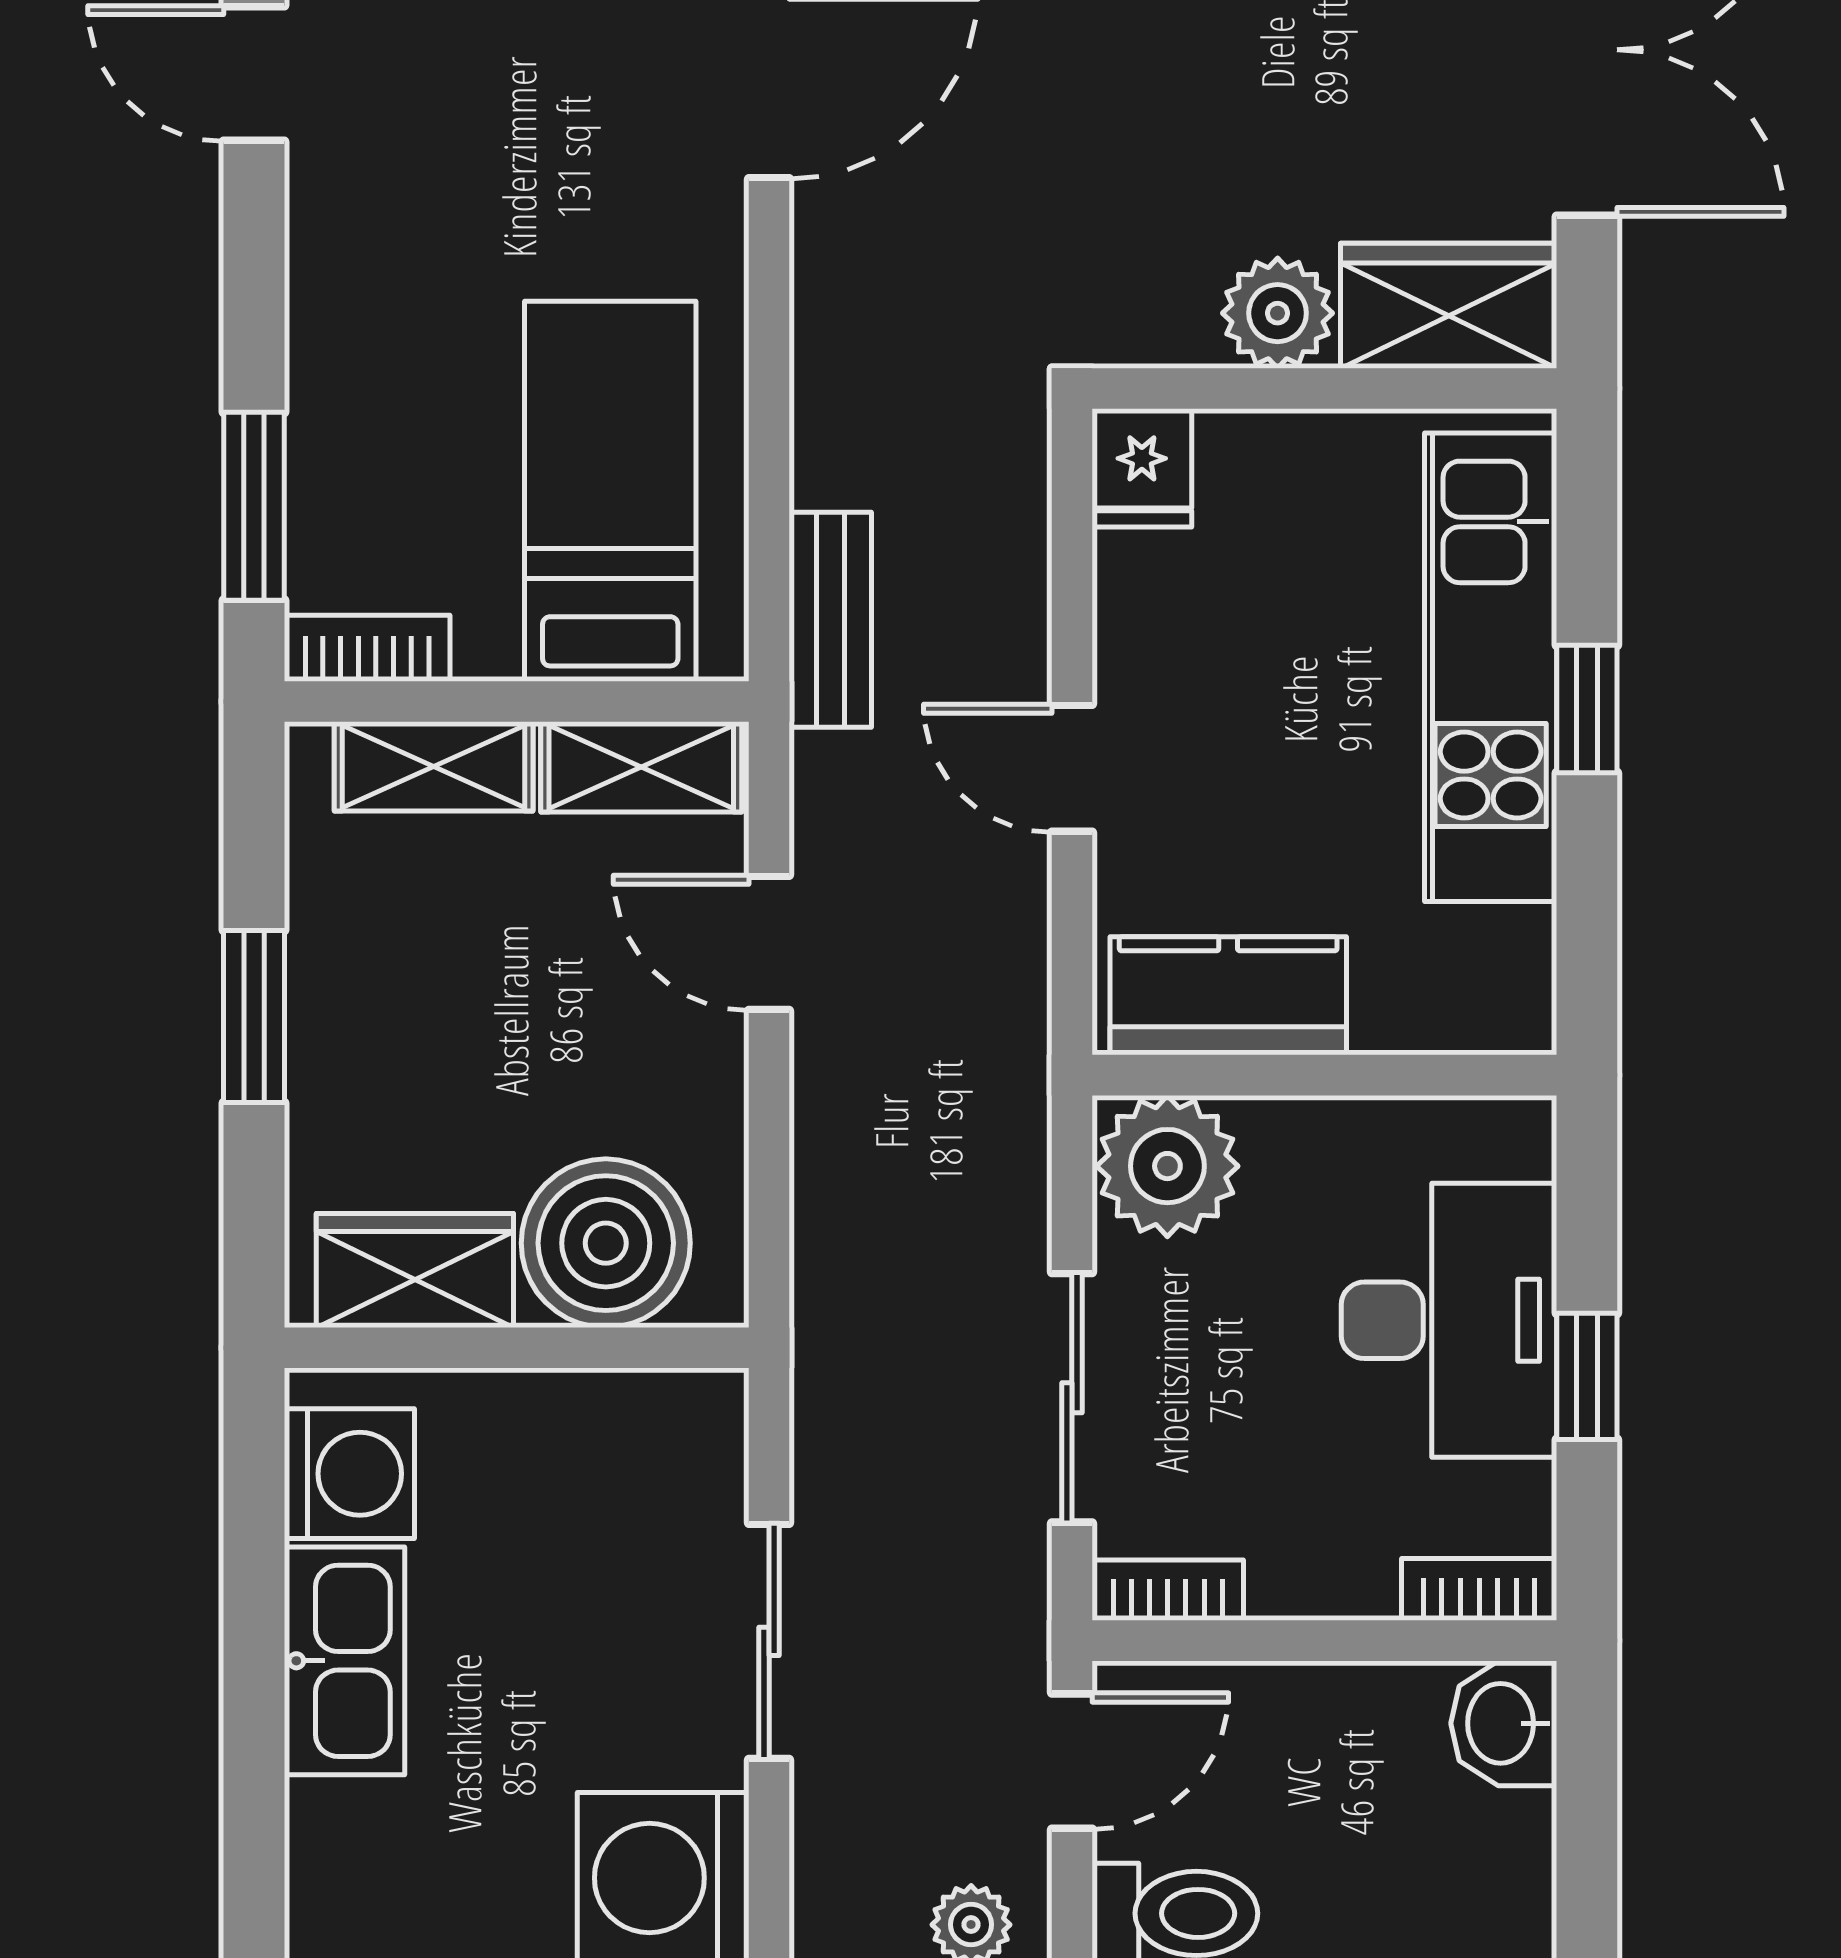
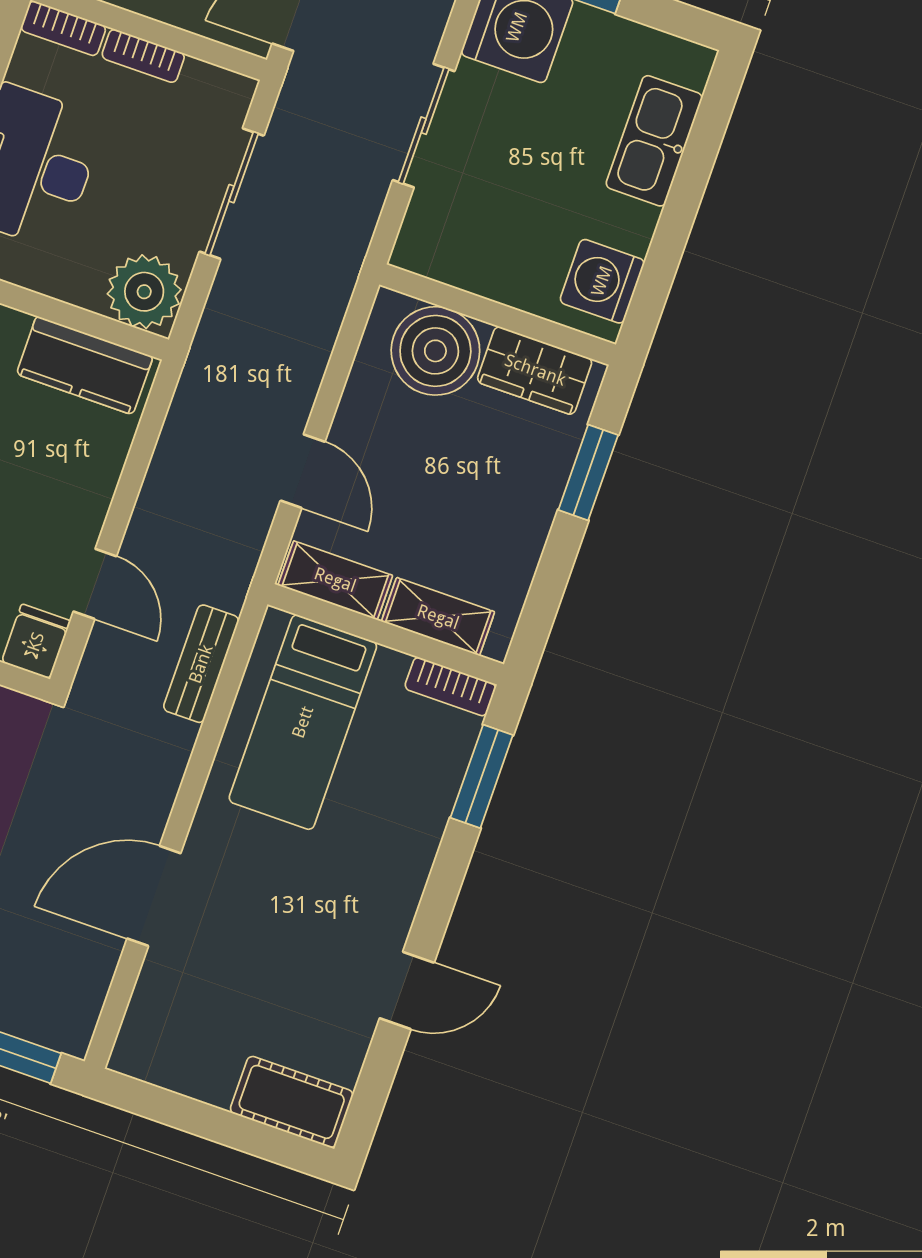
door: (254, 74) -> (407, 990), hinge flipped
bench: (830, 620) -> (201, 664), moved
door: (1072, 768) -> (95, 584), moved
window: (254, 1016) -> (588, 472), moved
bookcase: (1168, 1590) -> (143, 56), moved
kitchen sink: (344, 1661) -> (654, 141), moved

